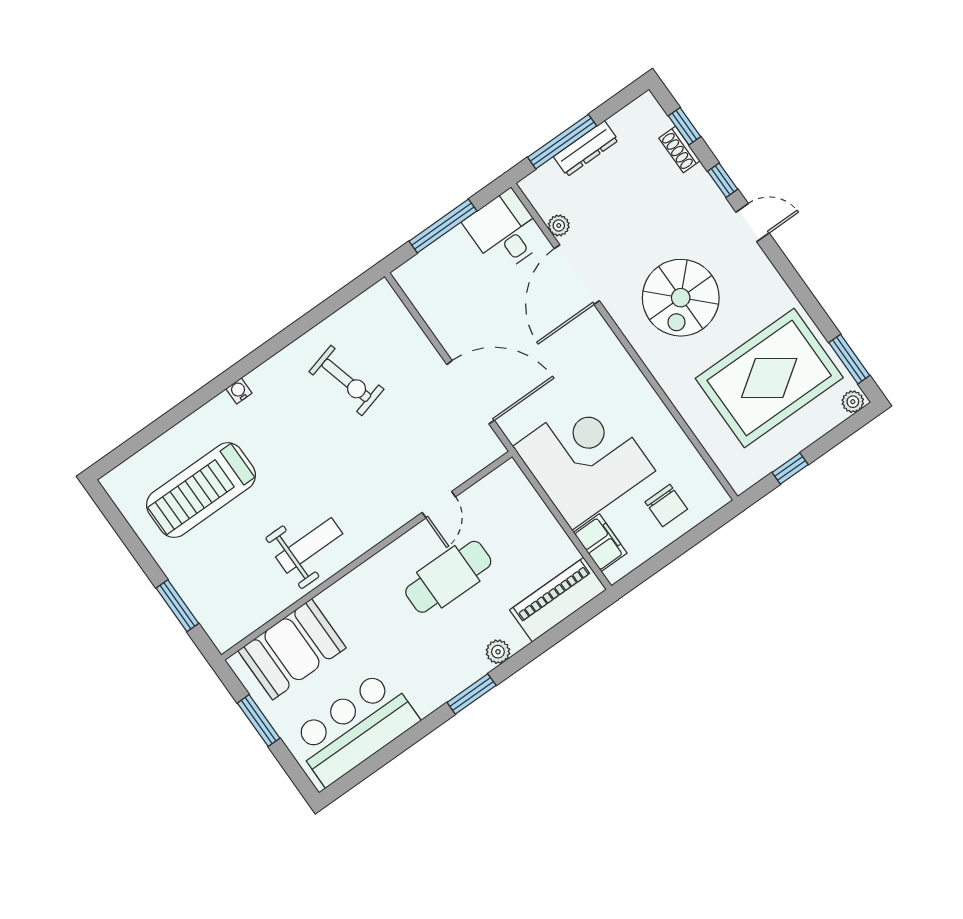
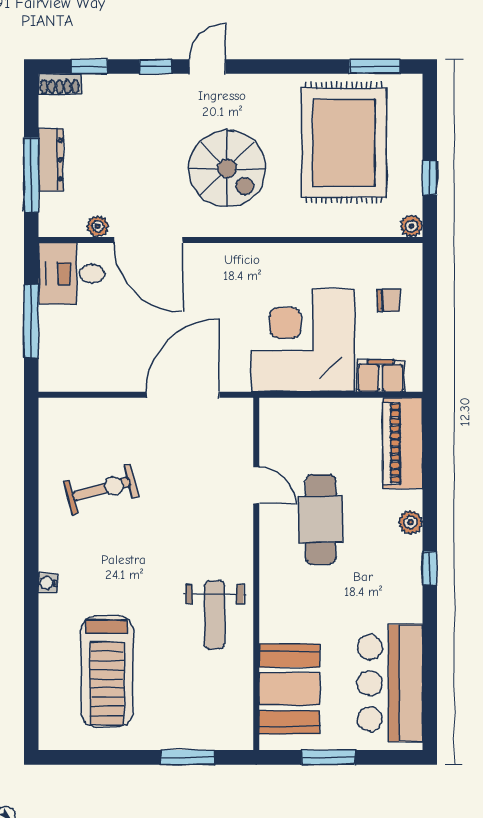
shoe rack: (679, 150) -> (60, 84), moved
plant: (853, 402) -> (411, 226), moved
chair: (666, 506) -> (388, 300), width x0.73, depth x0.73
weight bench: (309, 545) -> (215, 615), turned 180
window: (472, 694) -> (430, 568), width x0.67

